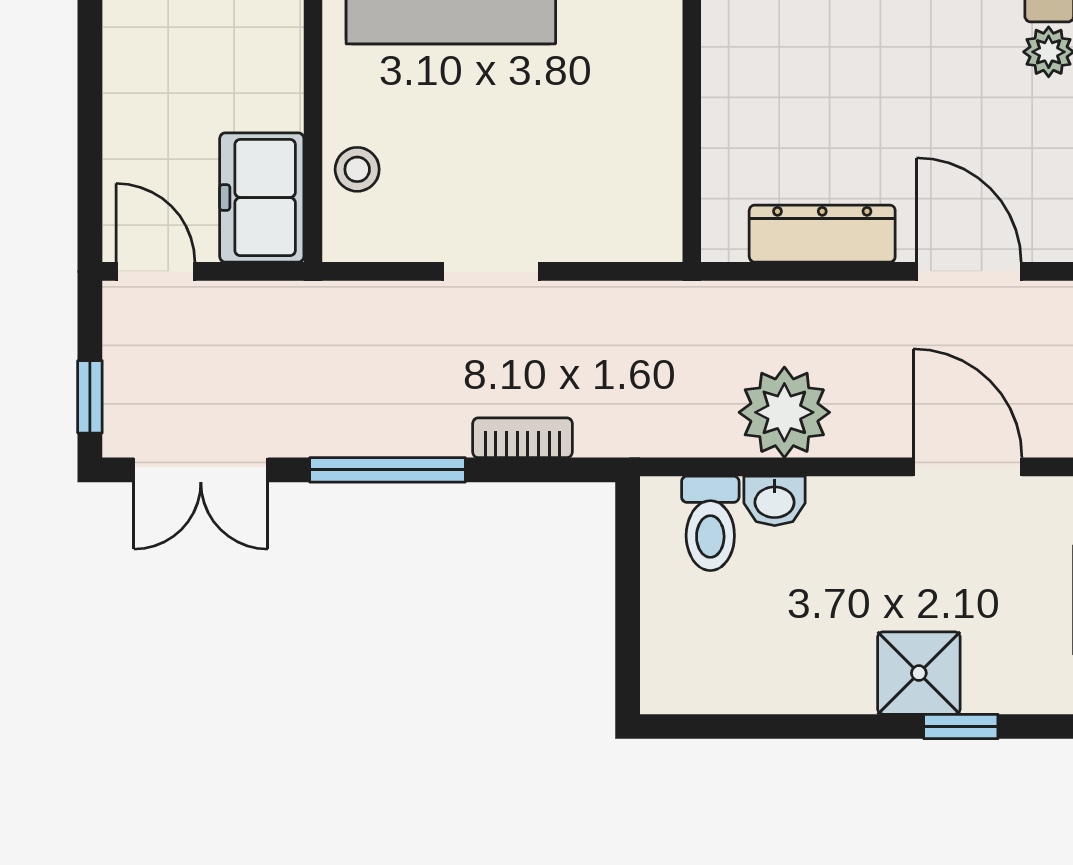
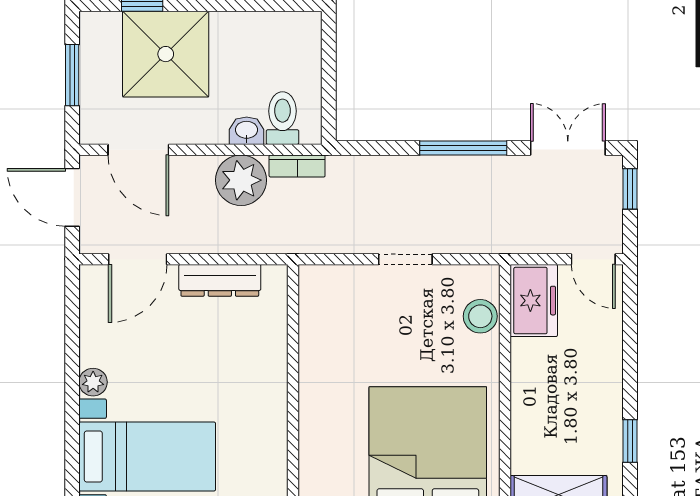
stool: (357, 169) -> (480, 316), width x1.37, depth x1.37
door: (969, 271) -> (138, 259), hinge flipped
bookcase: (523, 438) -> (297, 166), moved
shower: (919, 673) -> (166, 54), width x1.86, depth x1.86

